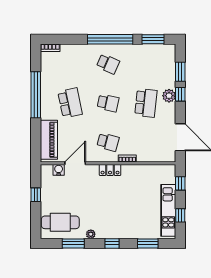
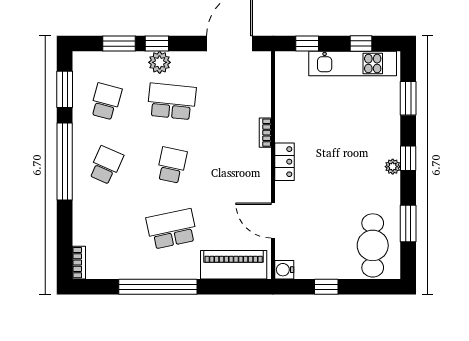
school desk: (108, 142) -> (106, 101), moved
water cooler: (59, 170) -> (284, 270), moved
plant: (91, 234) -> (393, 167), moved

